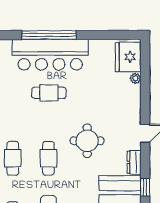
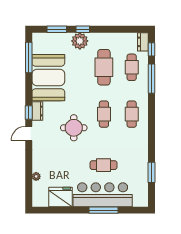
window: (49, 35) -> (103, 210), width x0.68
fridge: (128, 57) -> (61, 197), moved, turned -90
window: (145, 187) -> (29, 112), moved

